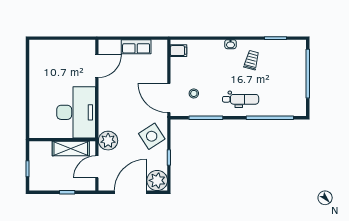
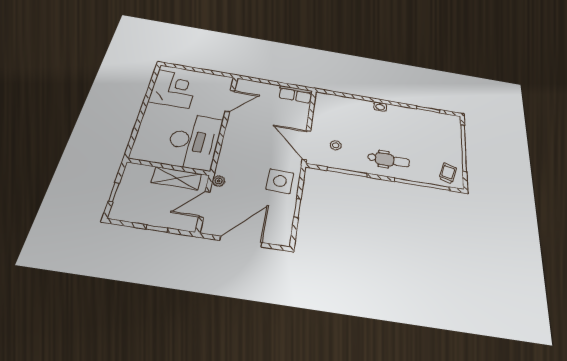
row of seats: (136, 47) -> (295, 94), moved
filing cabinet: (179, 51) -> (323, 103), removed
trolley: (252, 60) -> (448, 173), moved
corner desk: (47, 63) -> (174, 89), added
side table: (152, 136) -> (280, 181), turned 35
plant: (108, 141) -> (219, 181), width x0.53, depth x0.53
plant: (157, 180) -> (278, 233), removed

